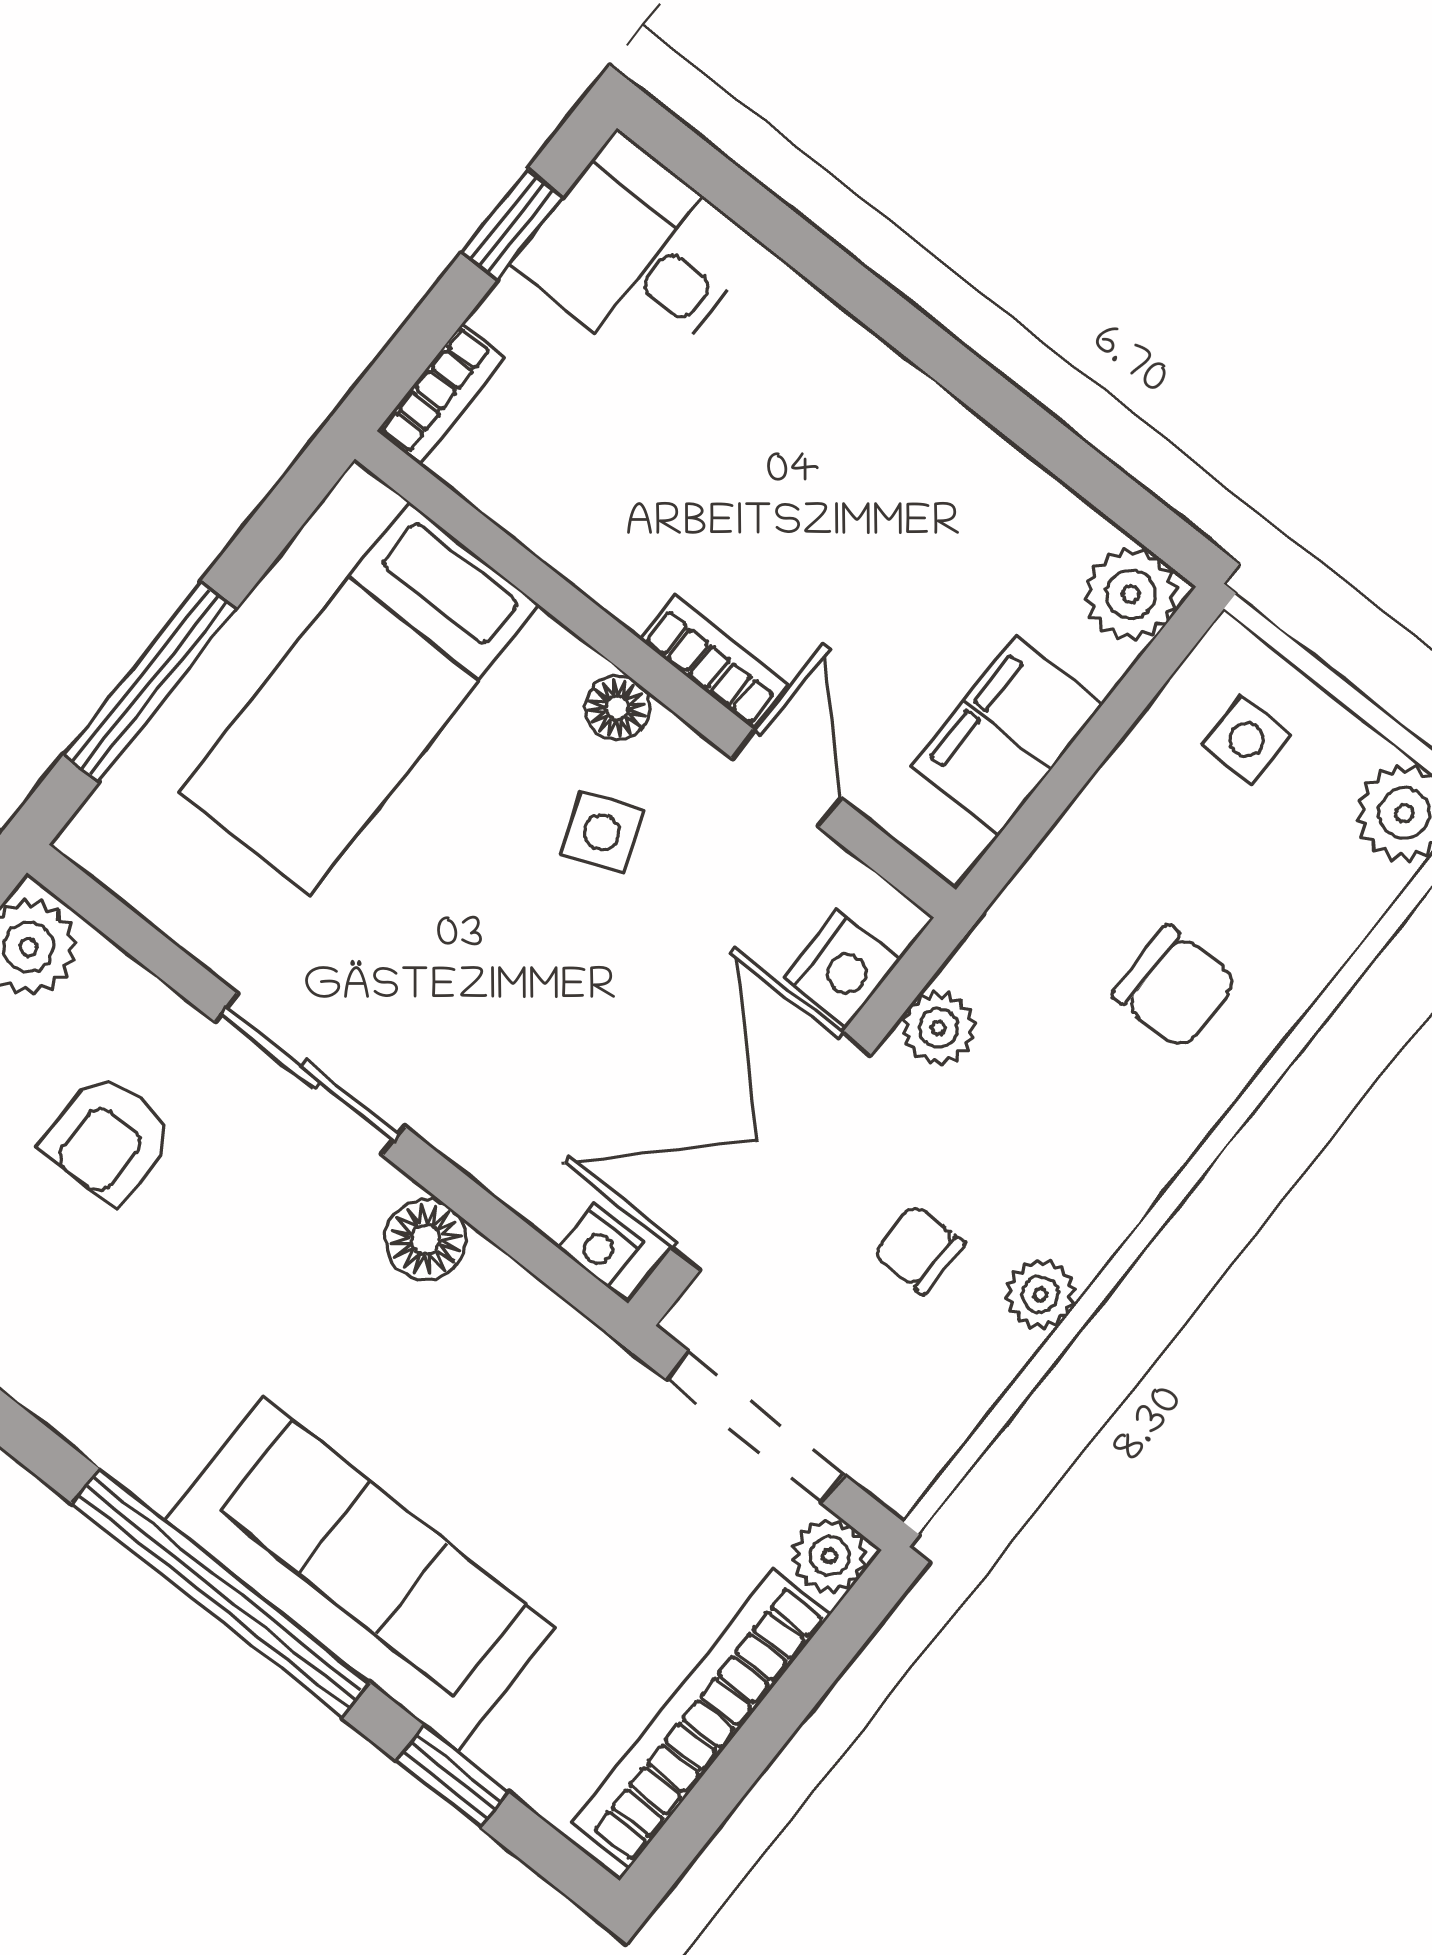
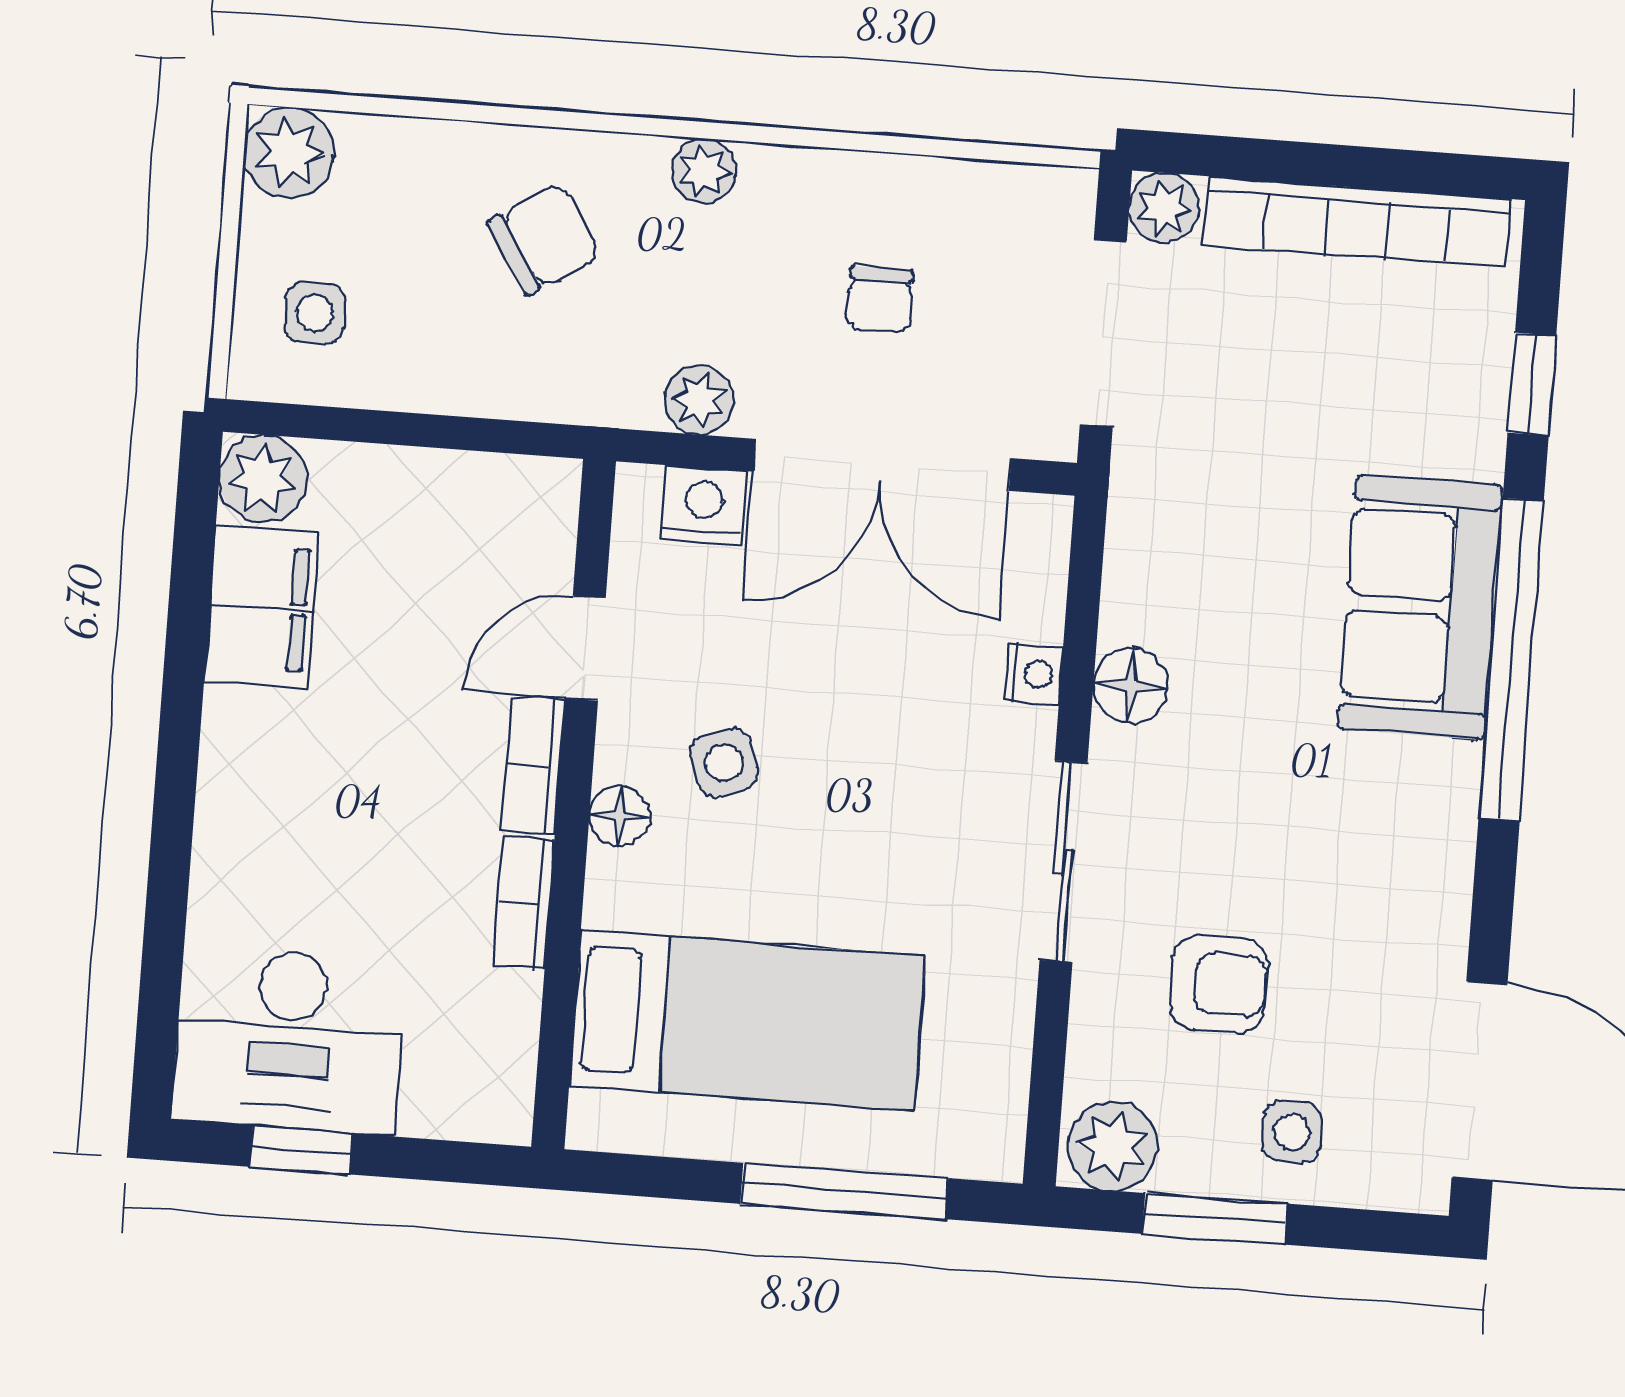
desk: (637, 254) -> (289, 1041), width x1.37
bookcase: (441, 394) -> (524, 903), moved, turned -90
filing cabinet: (1007, 735) -> (262, 607), moved, turned -90
chair: (1175, 988) -> (544, 238), turned 57
nightstand: (601, 1245) -> (1034, 674), moved
plant: (1040, 1294) -> (704, 171), moved
sofa: (360, 1574) -> (1420, 607), width x0.73

